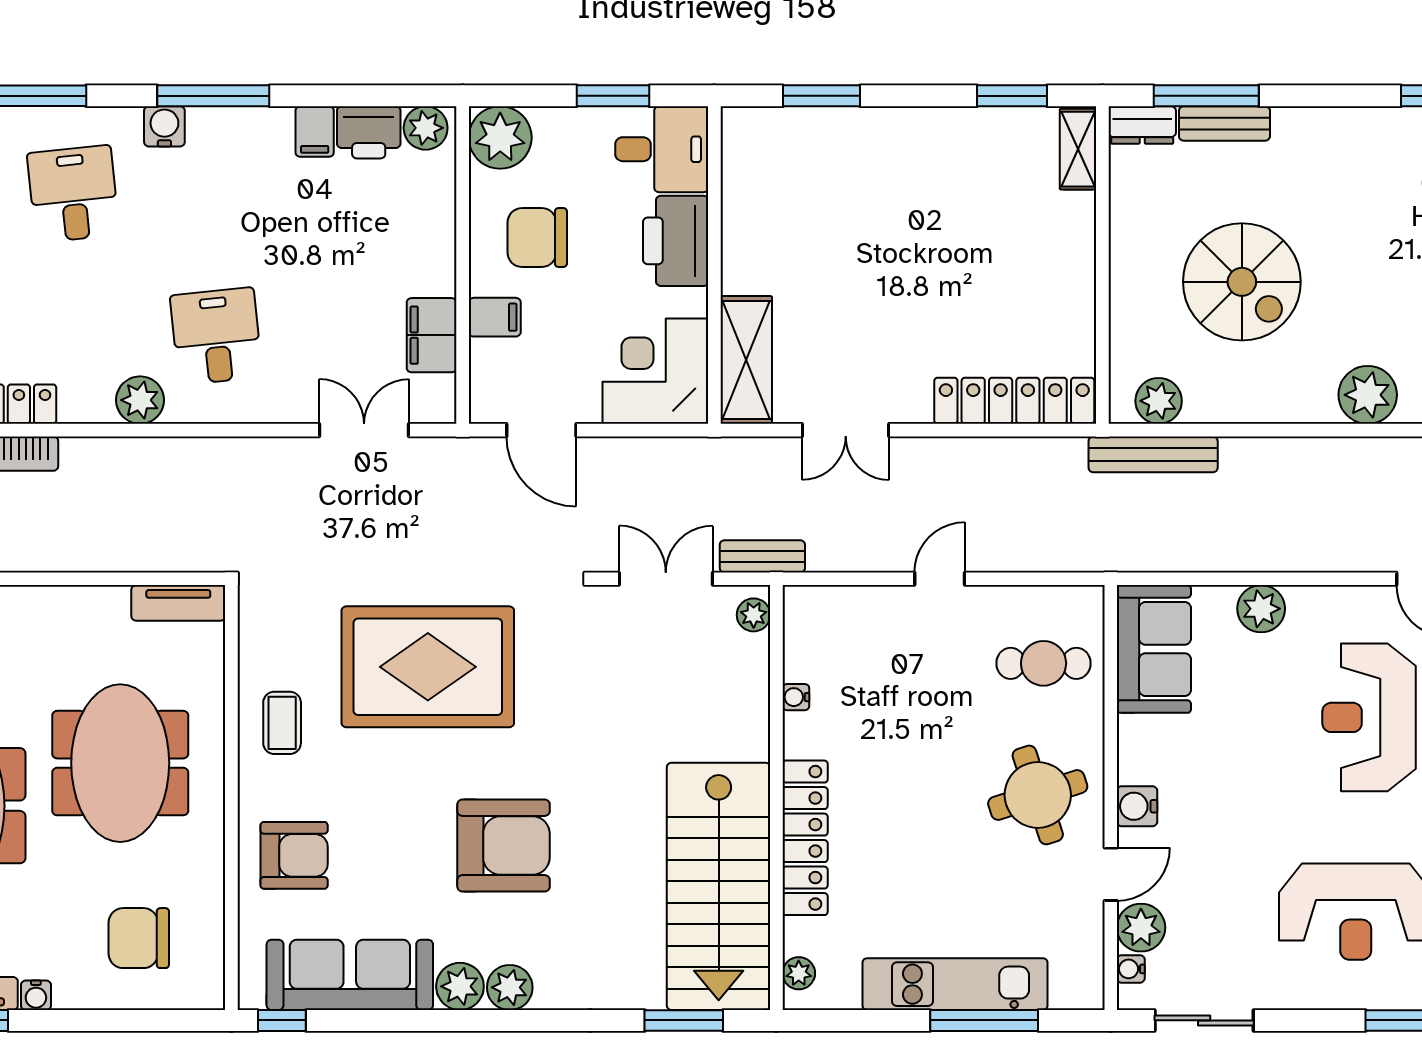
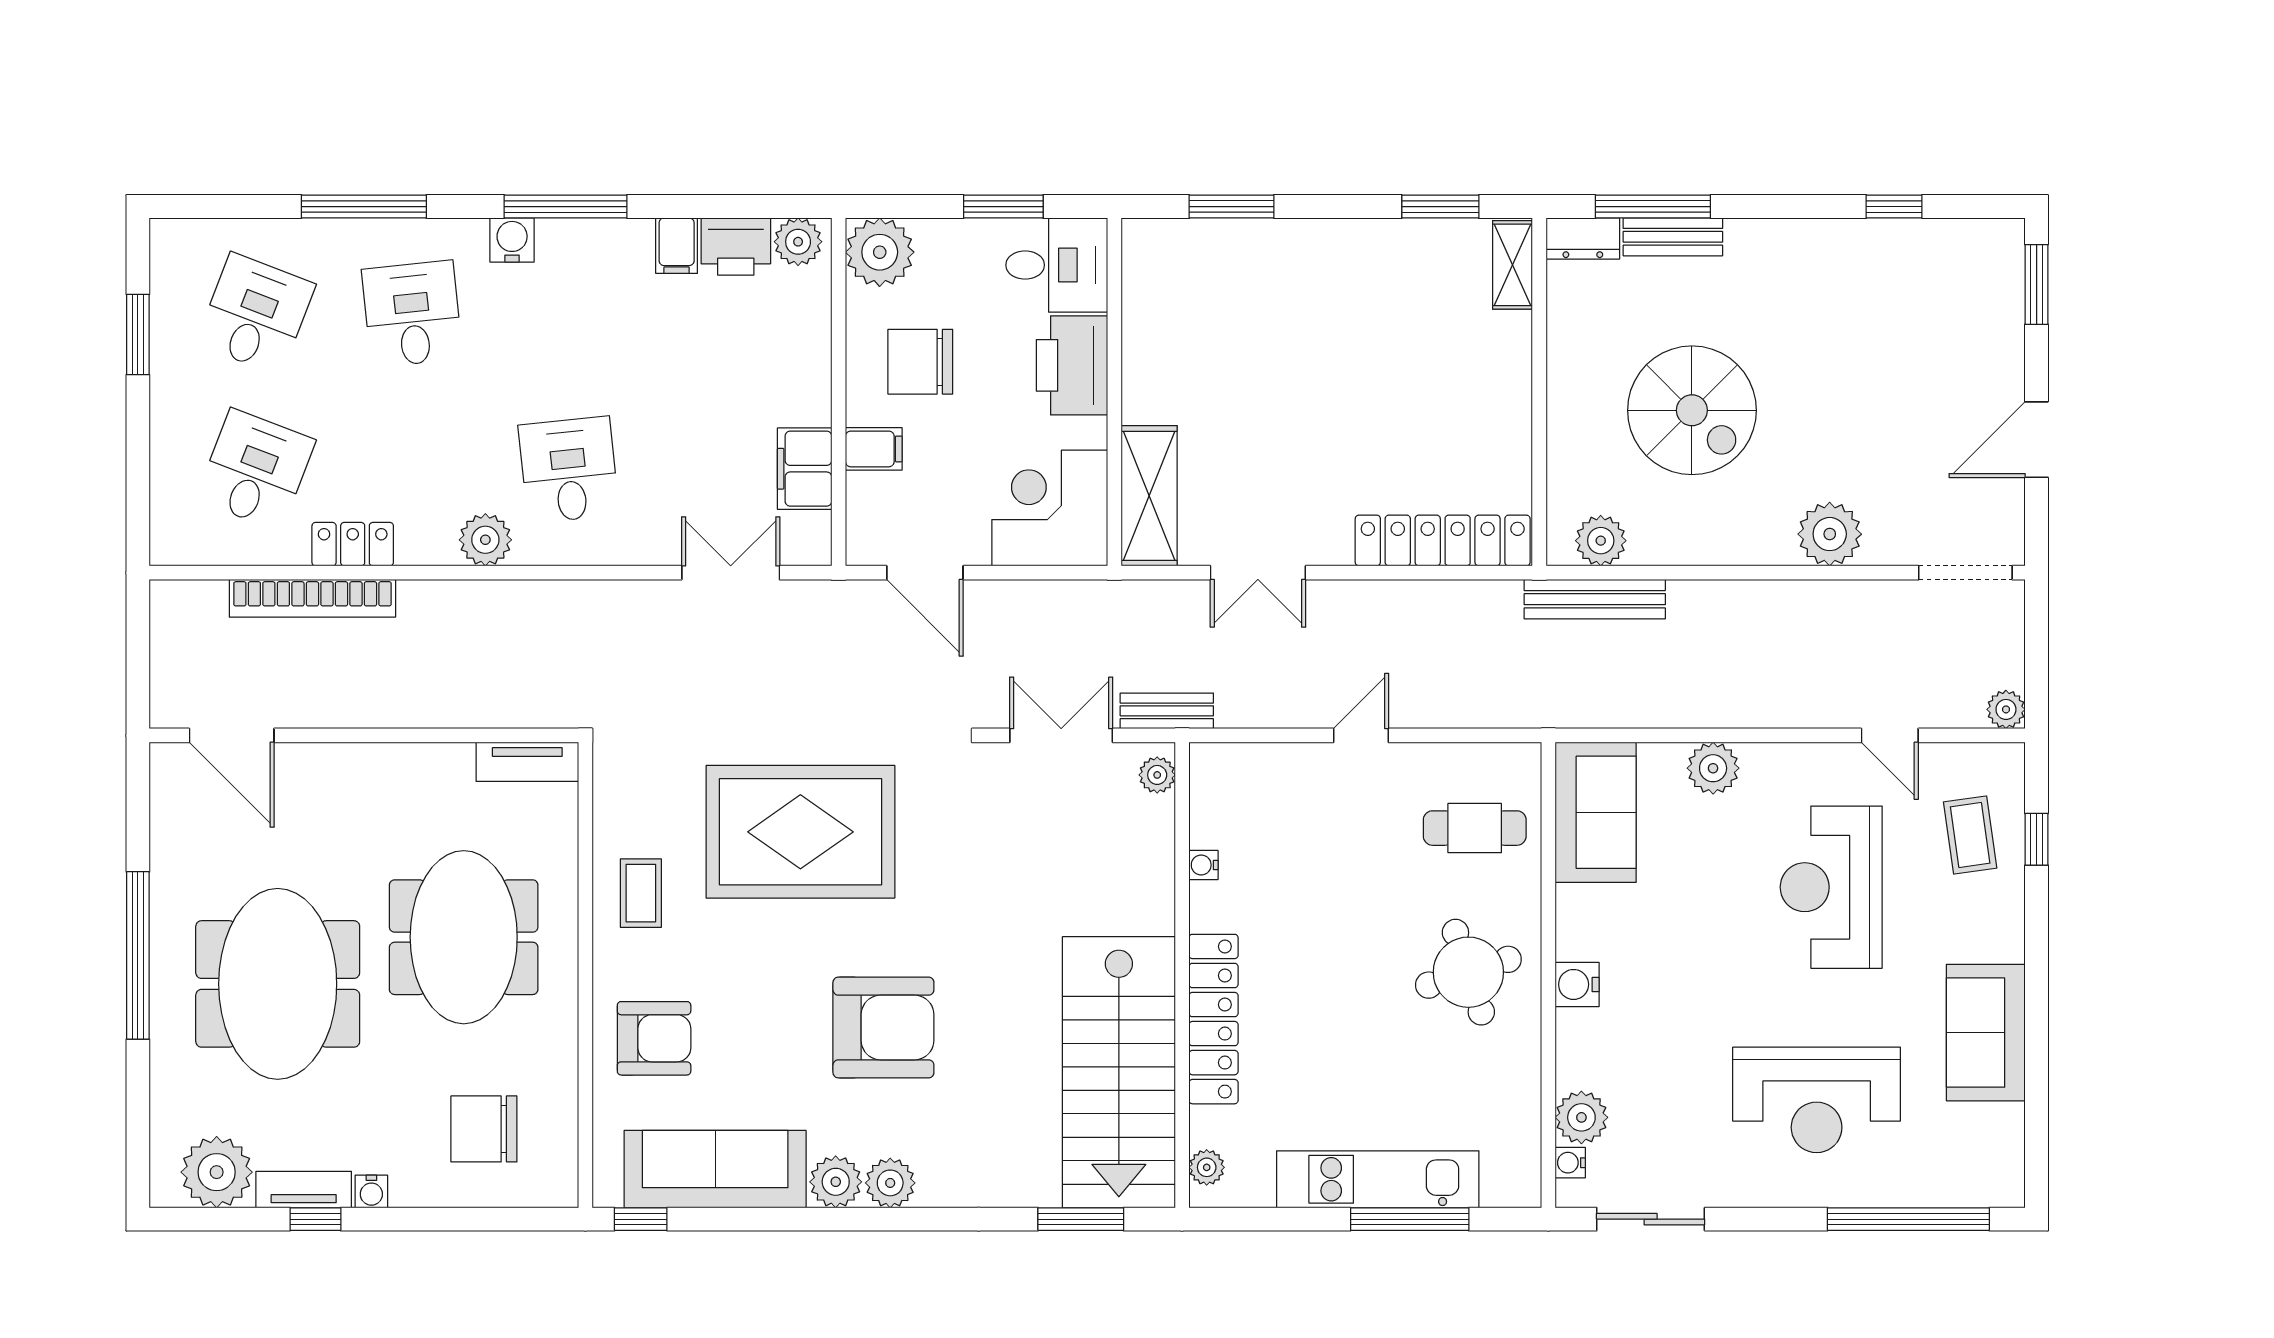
door: (1111, 874) -> (1548, 1059), removed

